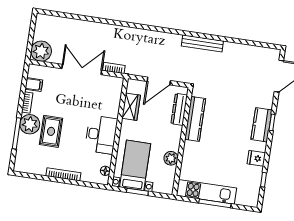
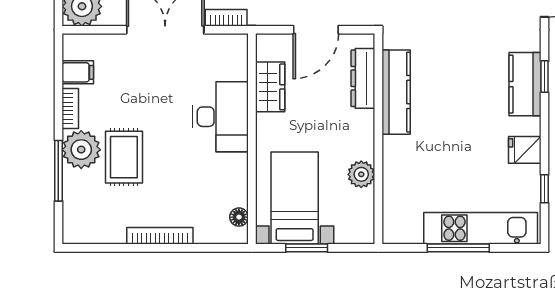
desk: (101, 135) -> (221, 117), moved
kitchen unit: (206, 192) -> (481, 228), moved

